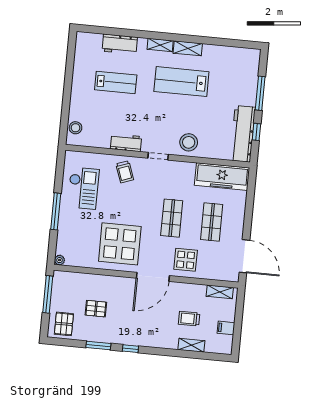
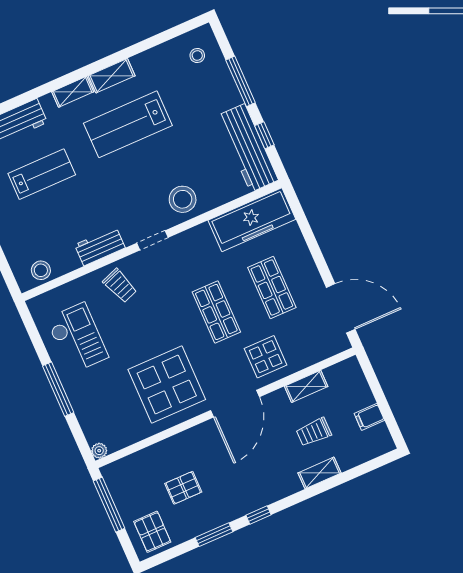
stool: (244, 64) -> (197, 55), added
stool: (76, 128) -> (41, 270), moved
shelving: (220, 292) -> (306, 386), moved
shelving: (191, 345) -> (320, 473), moved

